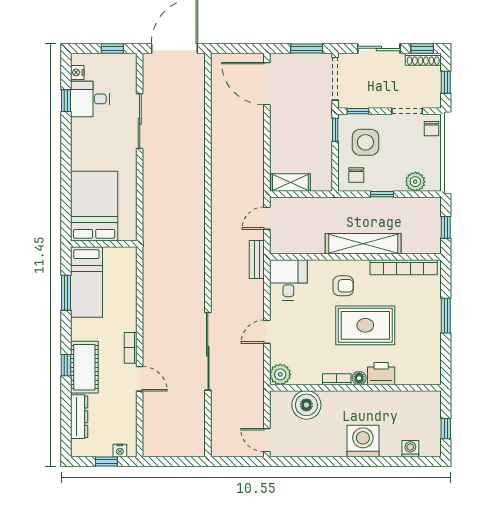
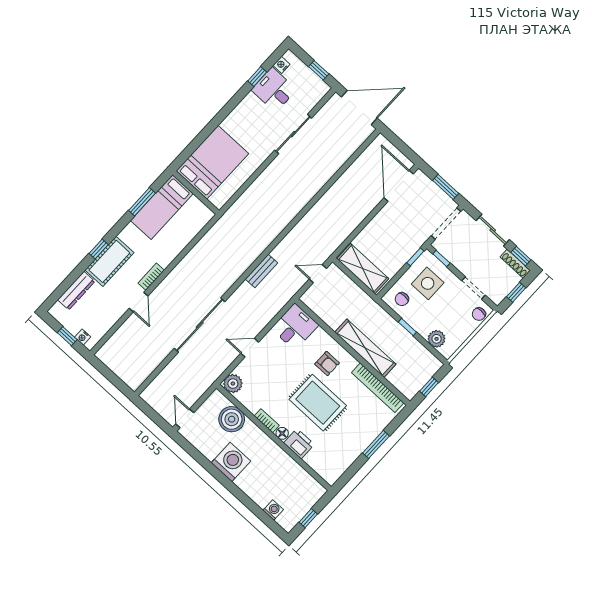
shelving: (290, 183) -> (363, 269), width x1.50, depth x1.33
bench: (257, 260) -> (261, 271), moved
washing machine: (363, 441) -> (231, 462), moved

